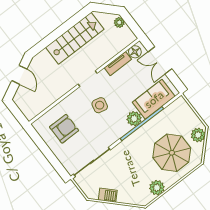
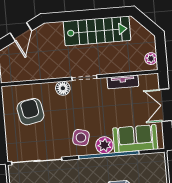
plant: (119, 22) -> (151, 59), moved
floor lamp: (135, 52) -> (63, 88), moved
side table: (100, 105) -> (81, 138), moved
armchair: (64, 129) -> (30, 112), turned -101

